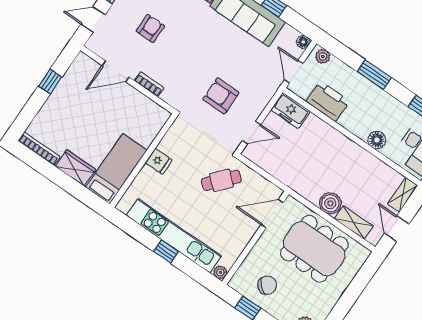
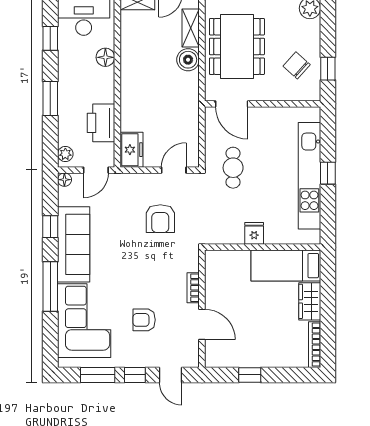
door: (252, 133) -> (174, 170), hinge flipped
cafe table: (221, 180) -> (233, 168), turned 48
plant: (220, 272) -> (313, 114), removed

